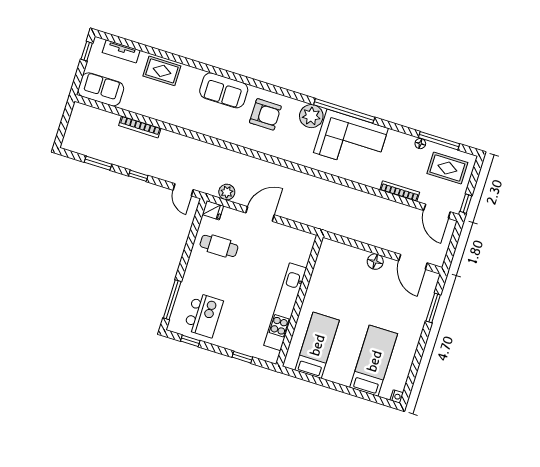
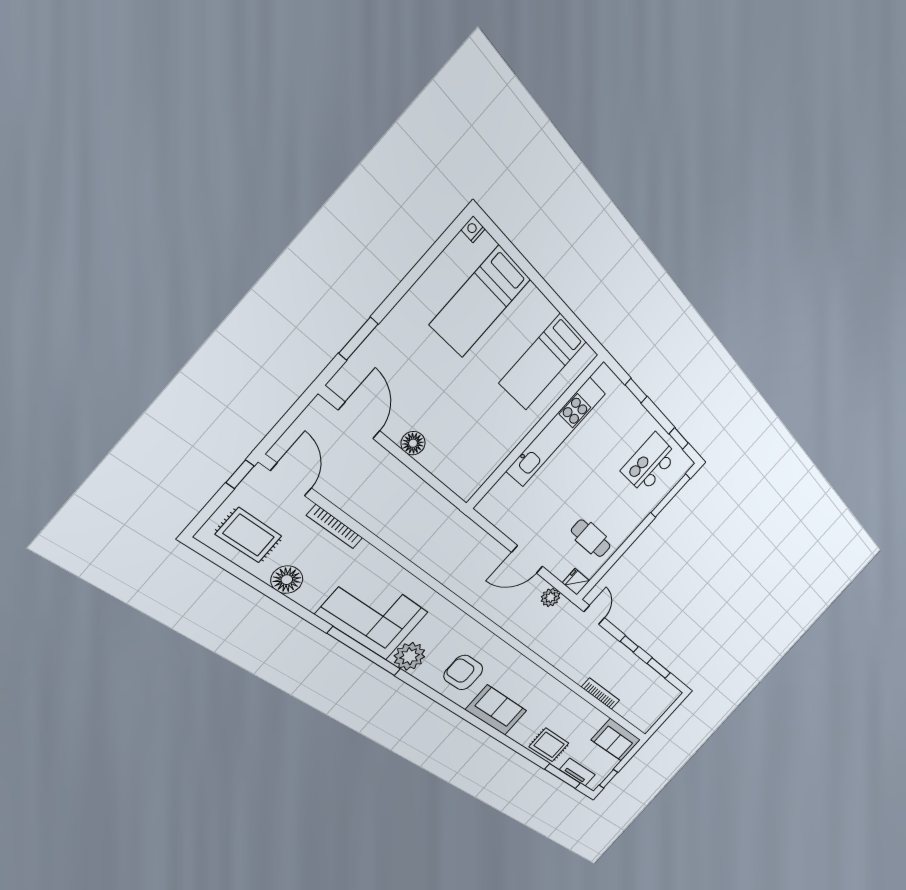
window: (439, 141) -> (563, 776), moved
floor lamp: (420, 144) -> (287, 580), width x1.89, depth x1.89

